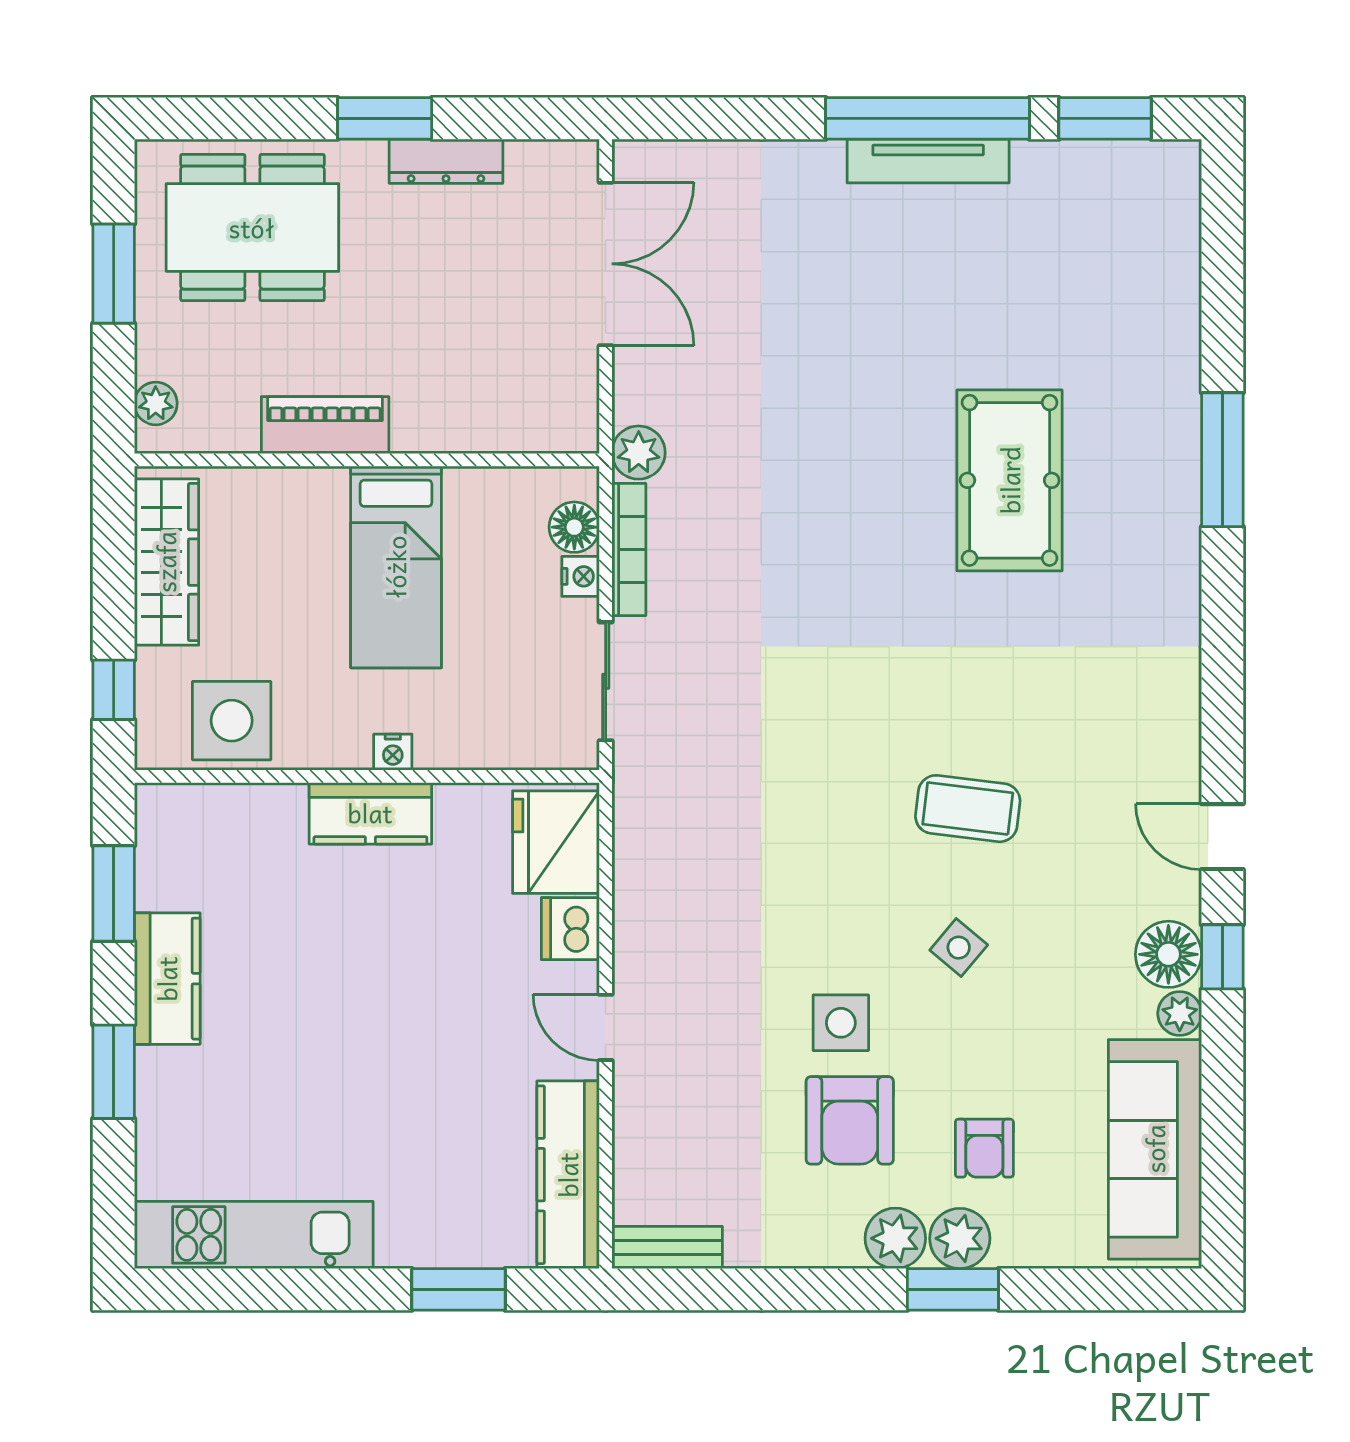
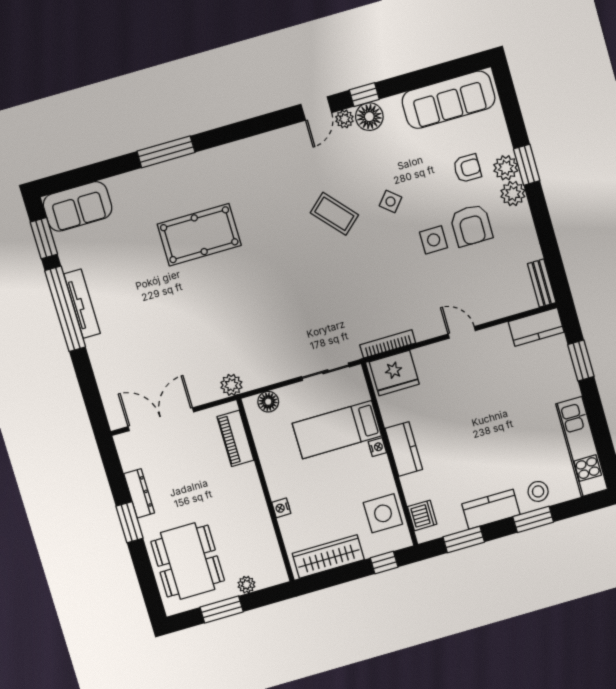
sofa: (1156, 218) -> (78, 206), added
plant: (156, 403) -> (246, 585), moved
piano: (325, 425) -> (235, 438), moved
bookcase: (629, 549) -> (388, 344), moved
bed: (396, 567) -> (337, 430), moved, turned 180
nightstand: (581, 576) -> (281, 508), moved, turned -90
coffee table: (968, 809) -> (334, 214), turned -49
dishwasher: (570, 929) -> (422, 515), moved, turned -90
plant: (1180, 1013) -> (344, 119), moved
door: (606, 1027) -> (462, 332), swing flipped
stool: (177, 1102) -> (538, 491), added
armchair: (850, 1120) -> (471, 225), turned 90
kitchen counter: (568, 1175) -> (536, 327), width x0.67

